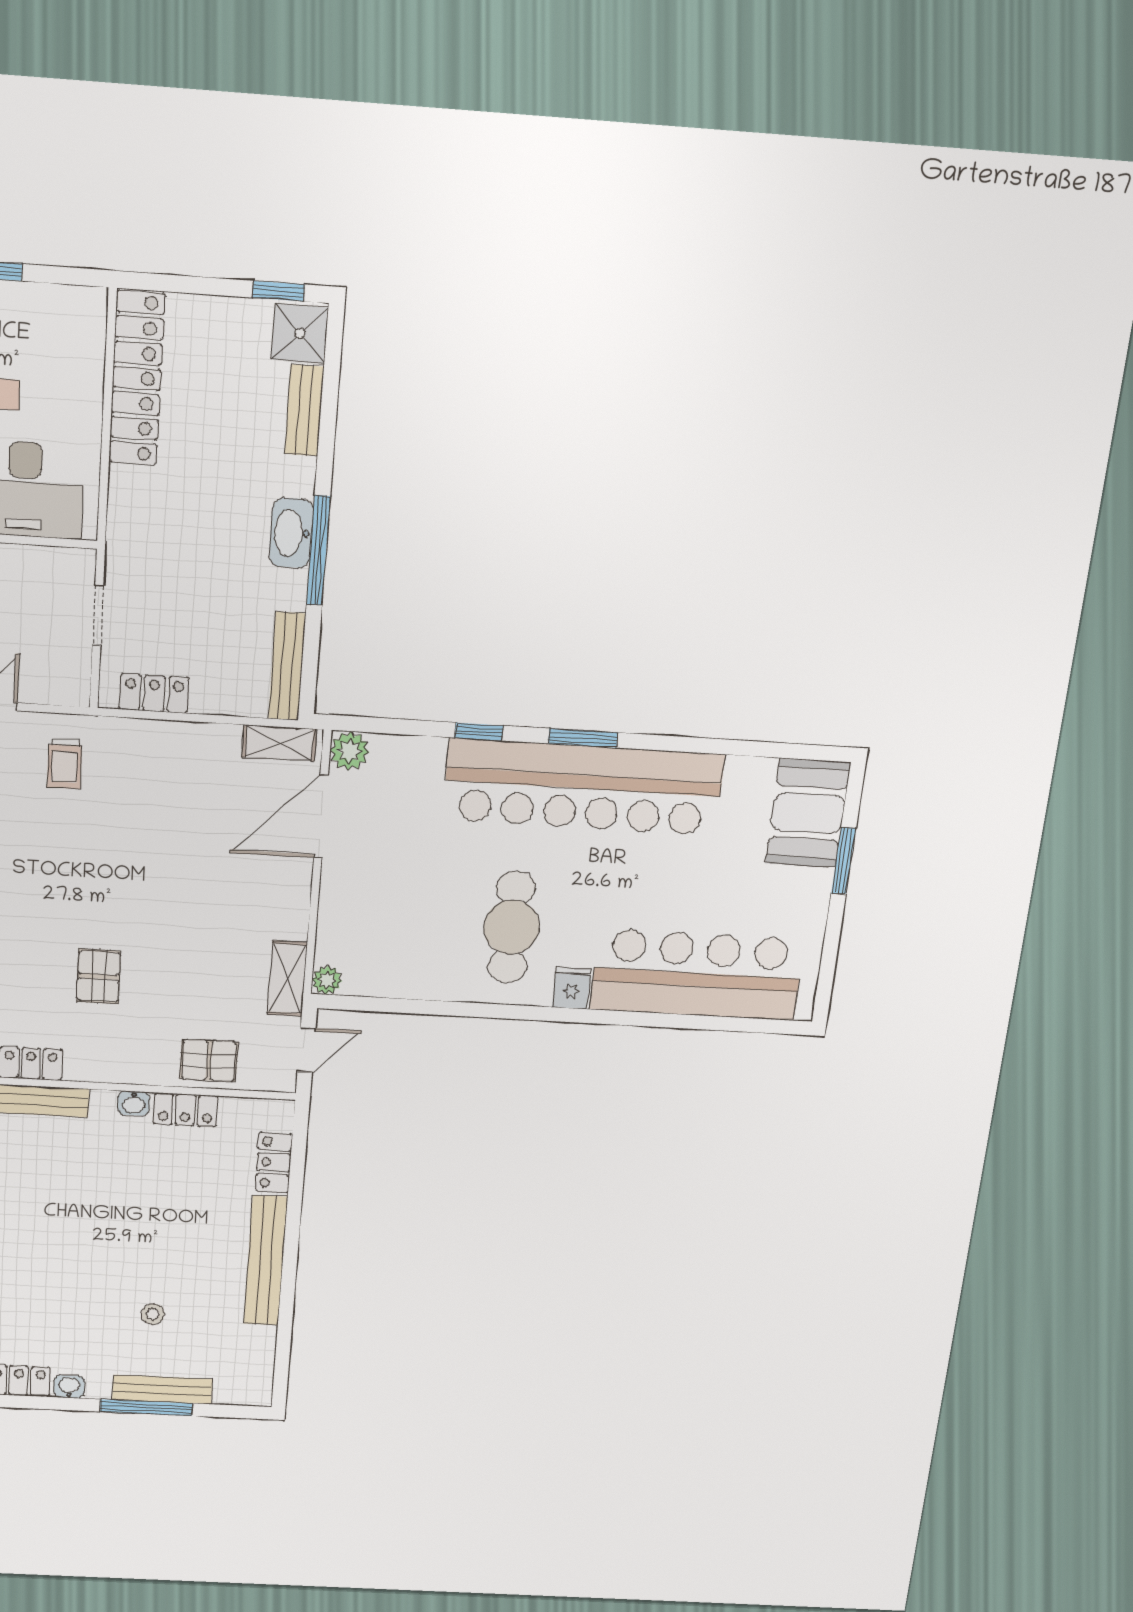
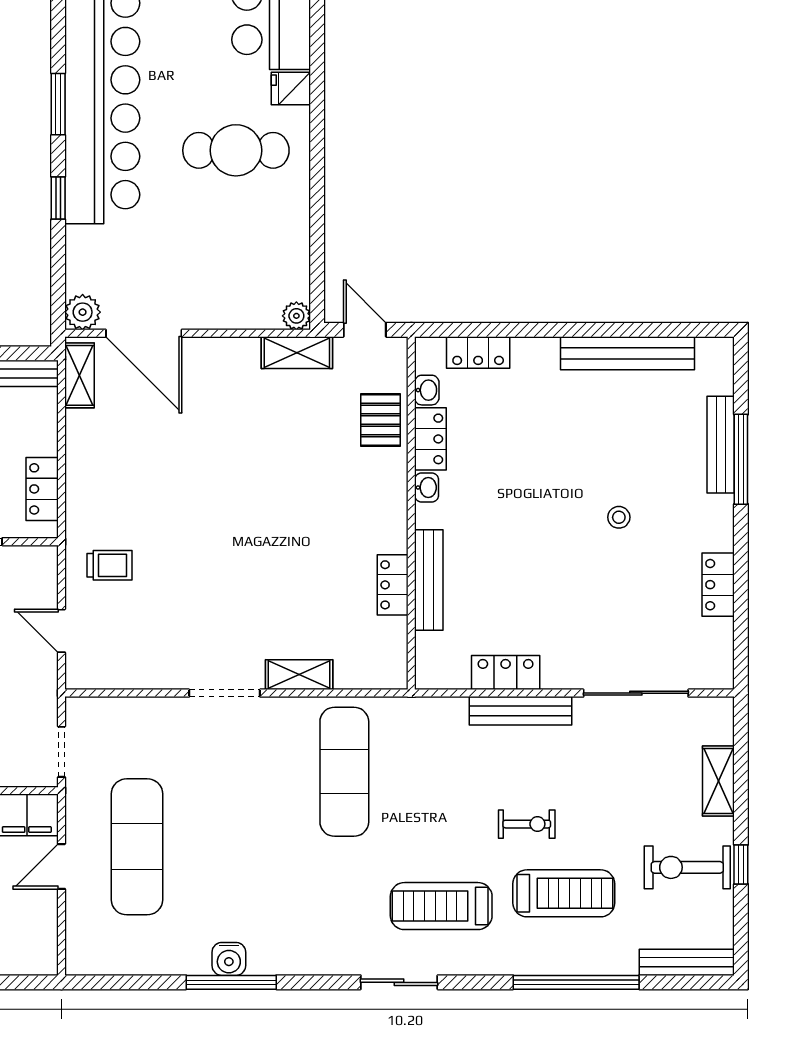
pallet: (99, 976) -> (305, 526), removed
bench: (266, 1261) -> (627, 353), moved
stool: (153, 1314) -> (619, 517), moved
washbasin: (69, 1387) -> (427, 390), moved, turned 180

